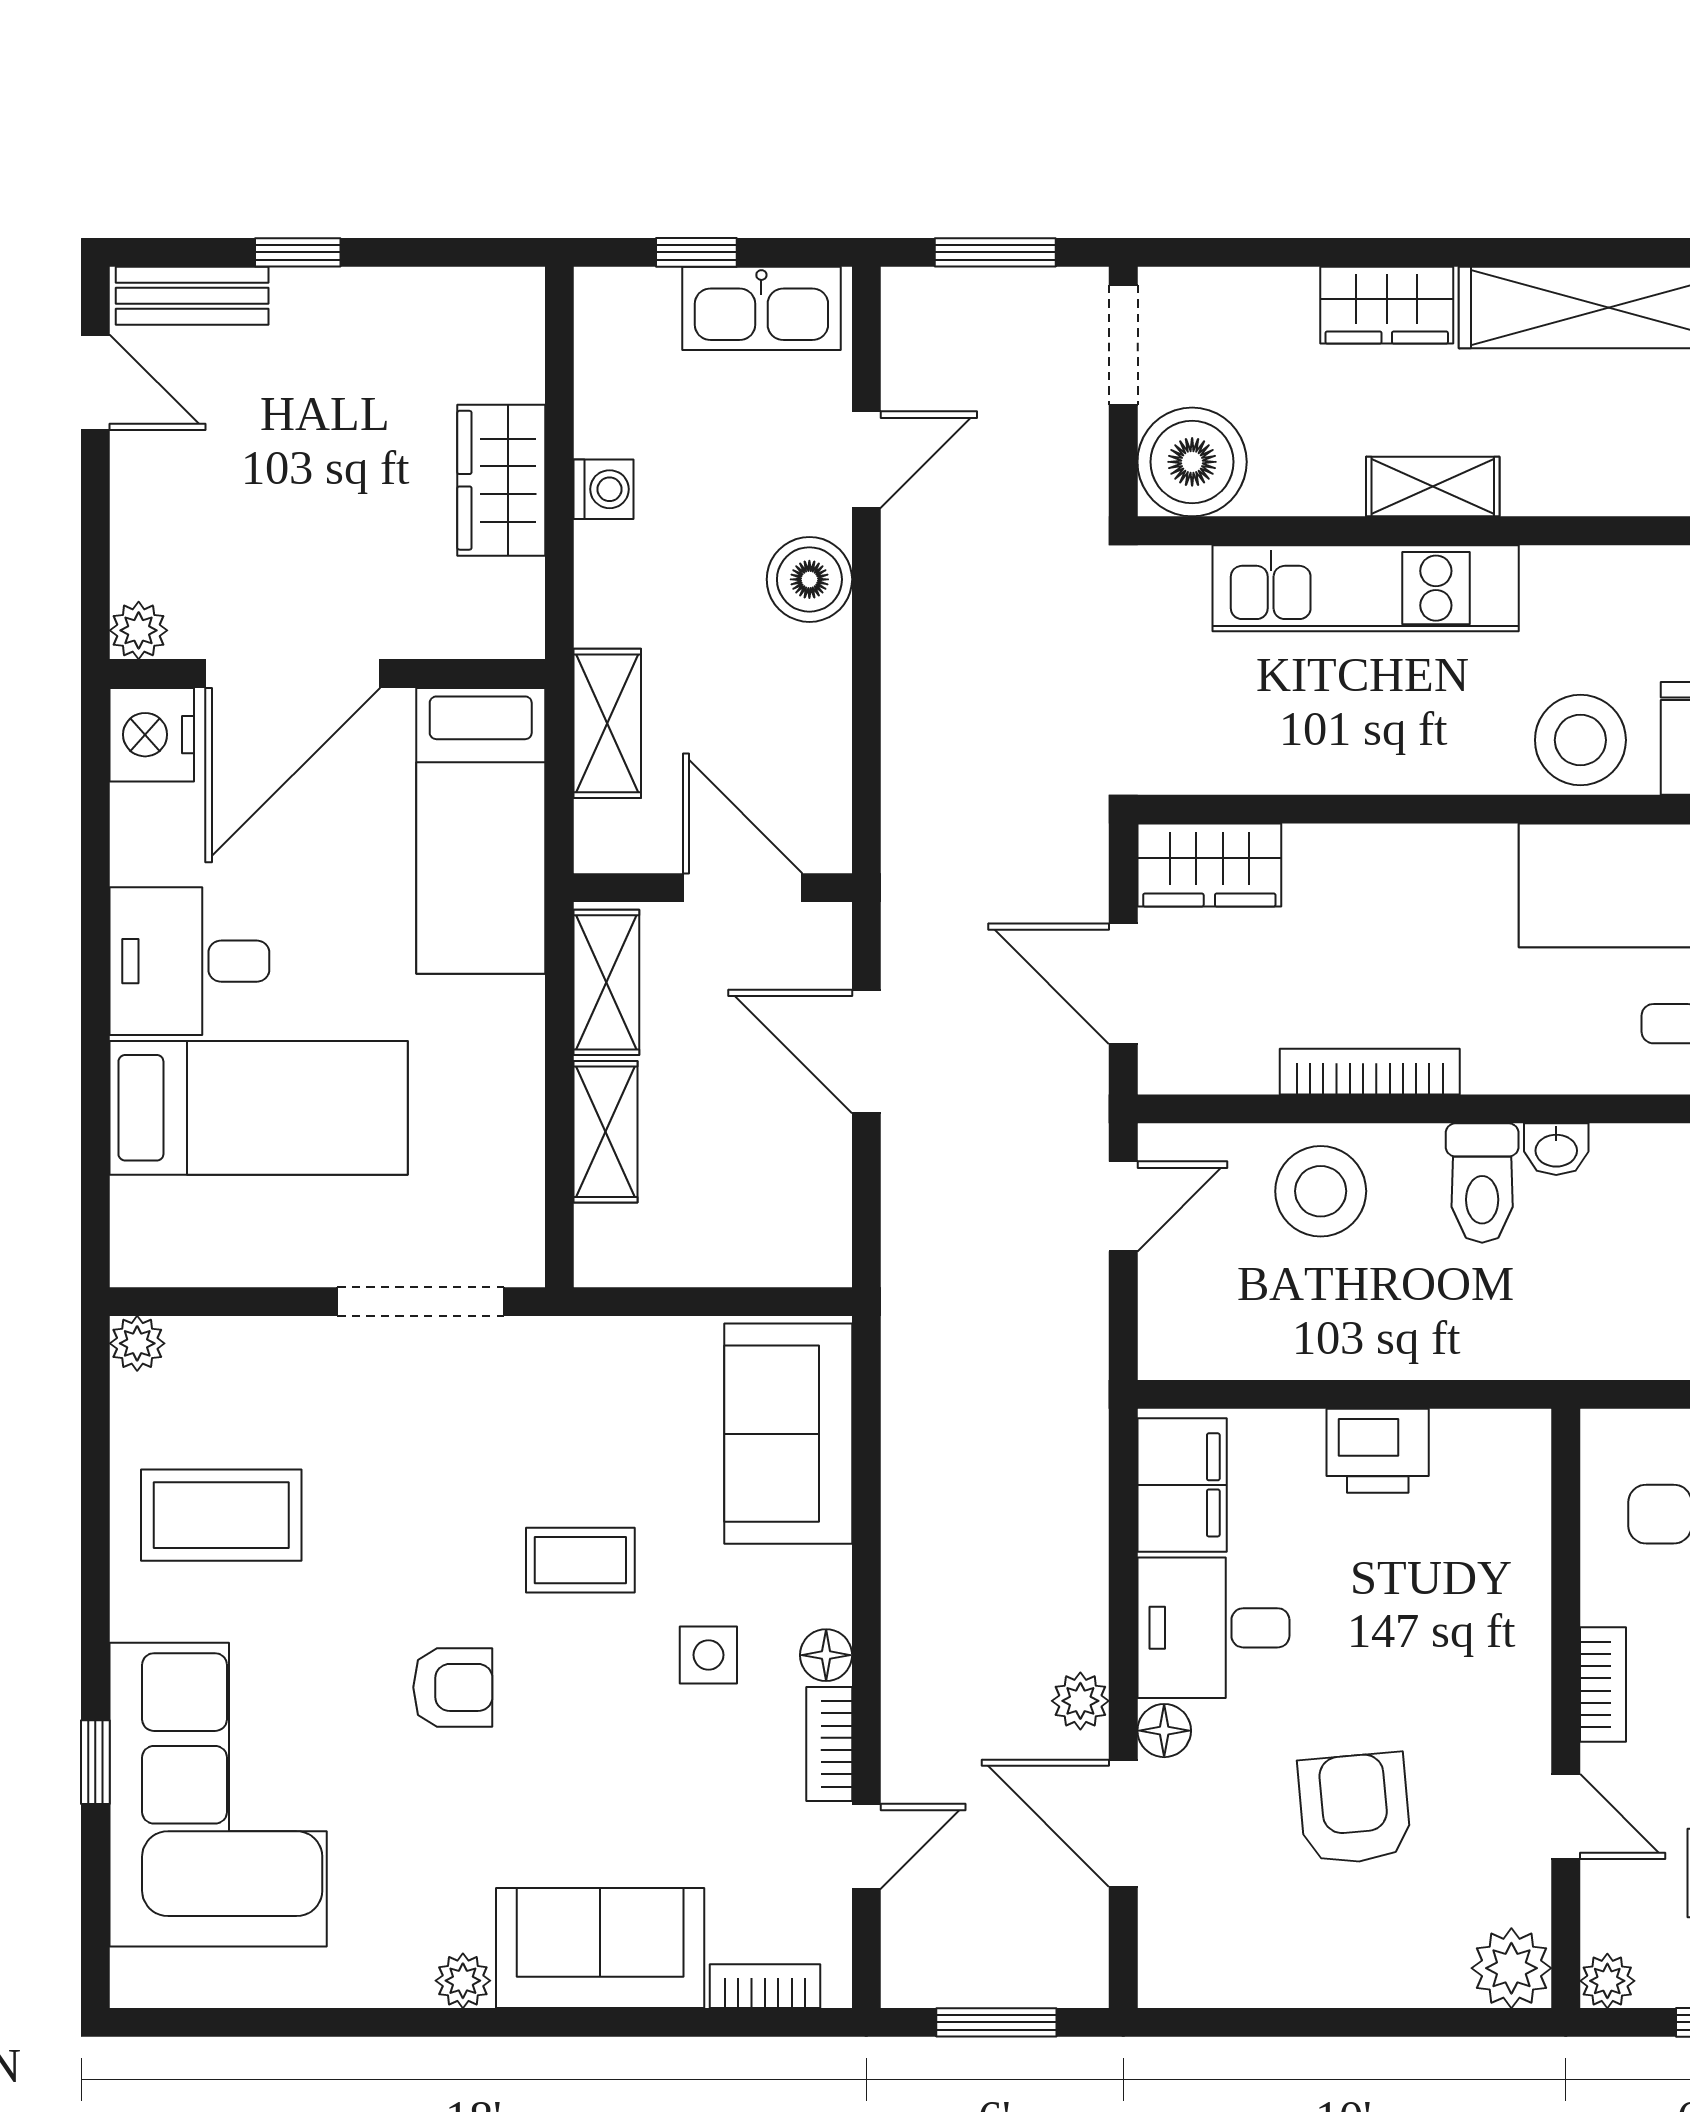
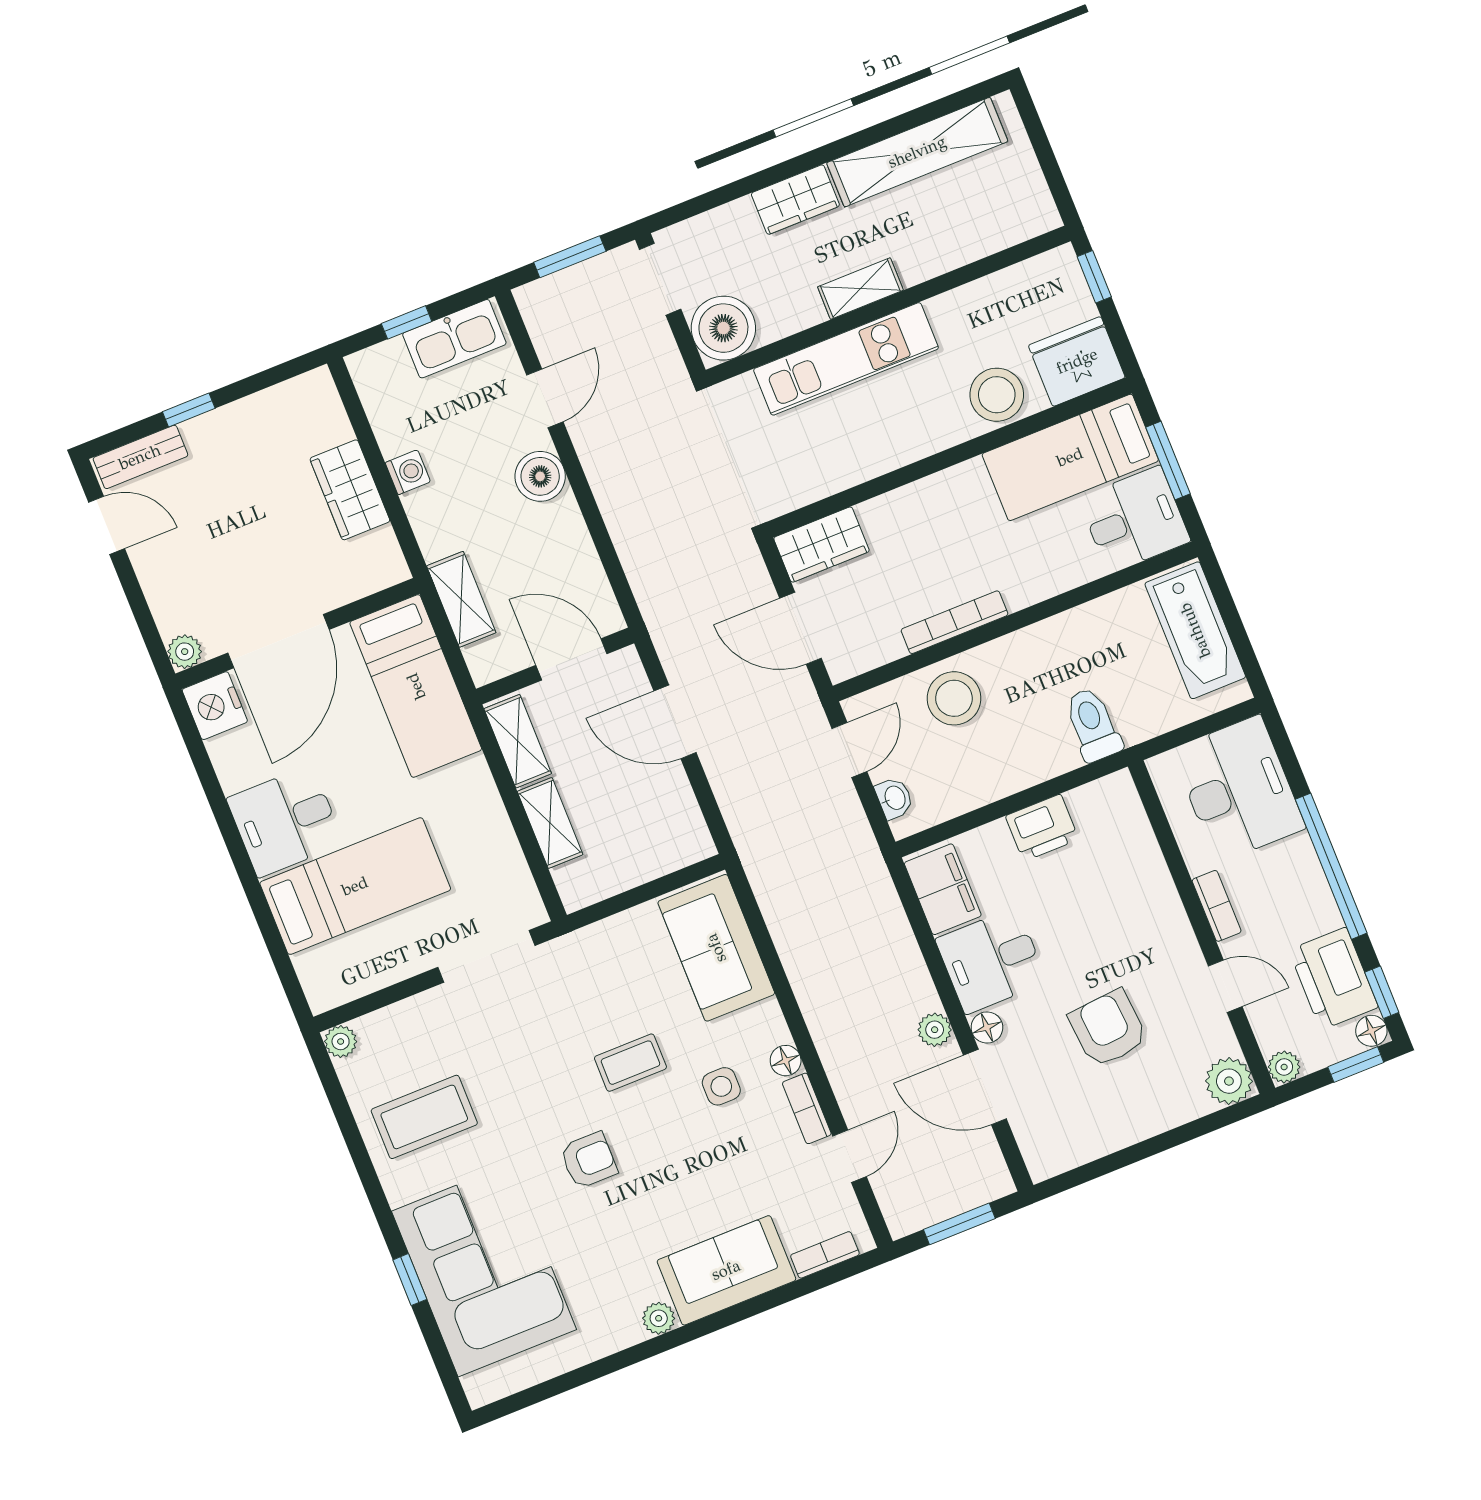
washbasin: (1556, 1149) -> (894, 798), moved, turned -90
toilet: (1482, 1183) -> (1093, 724), moved, turned 180

